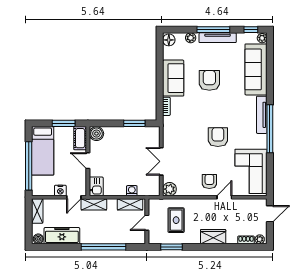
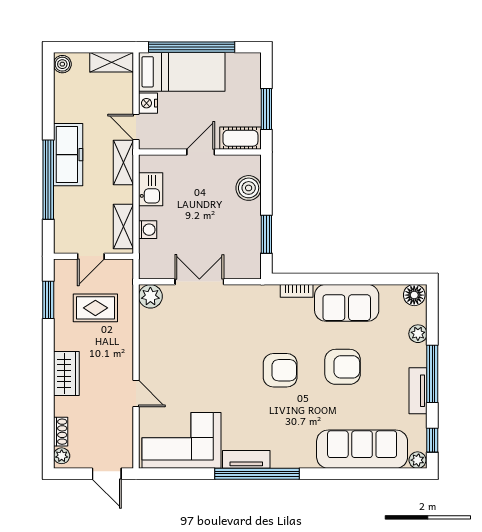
tv unit: (218, 38) -> (418, 391), width x0.71
tv unit: (262, 115) -> (246, 459), moved, width x0.71
boiler: (96, 134) -> (249, 188), moved
armchair: (218, 137) -> (280, 370), moved
bed: (43, 151) -> (182, 72), moved, turned 180
armchair: (209, 181) -> (164, 367), removed
kitchen sink: (96, 186) -> (151, 189), moved, turned -90
door: (147, 223) -> (91, 256), swing flipped
freezer: (62, 236) -> (68, 155), moved

